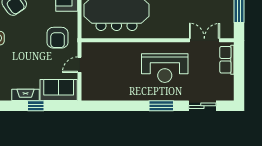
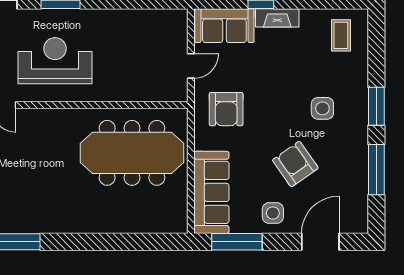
armchair: (58, 38) -> (226, 109), turned 180

